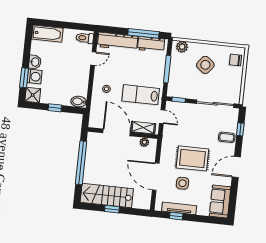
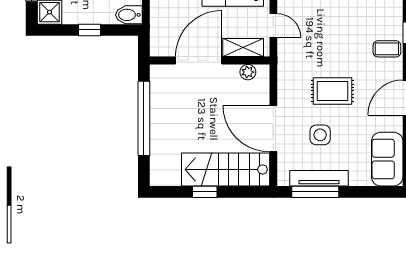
door: (117, 132) -> (199, 60), hinge flipped
rug: (192, 158) -> (332, 91), width x0.73, depth x0.70
stairs: (107, 196) -> (226, 169), moved
window: (176, 216) -> (315, 192), width x2.17

